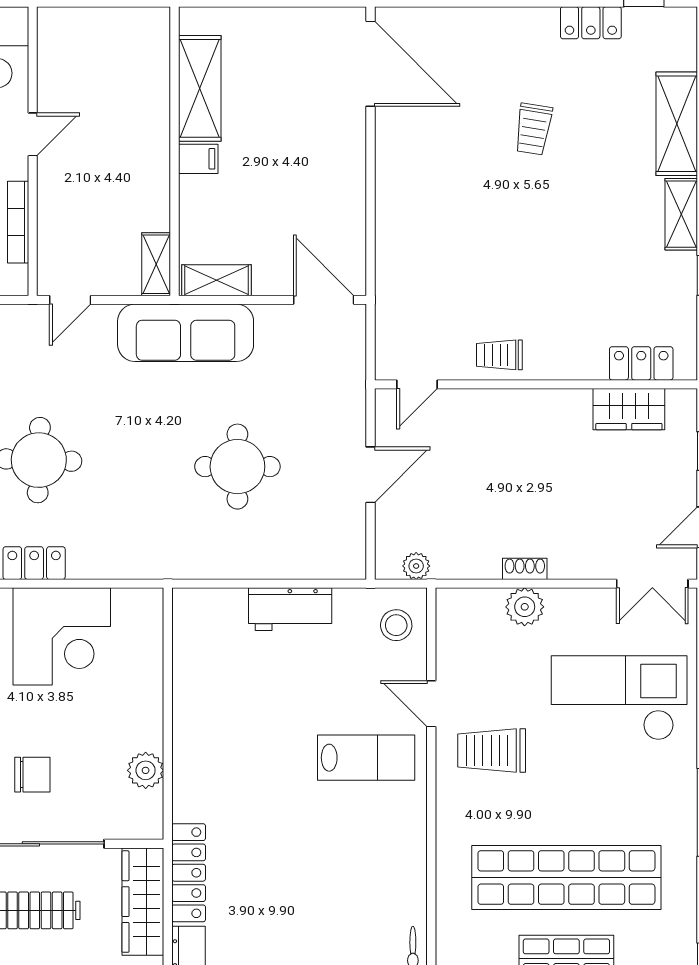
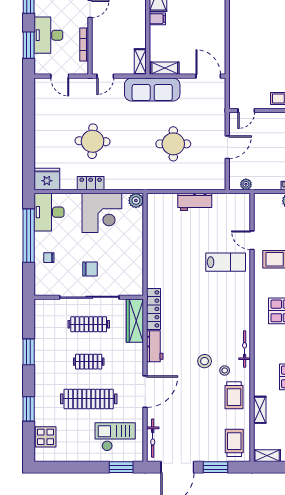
stool: (396, 625) -> (238, 208), removed
plant: (146, 770) -> (136, 200), moved

